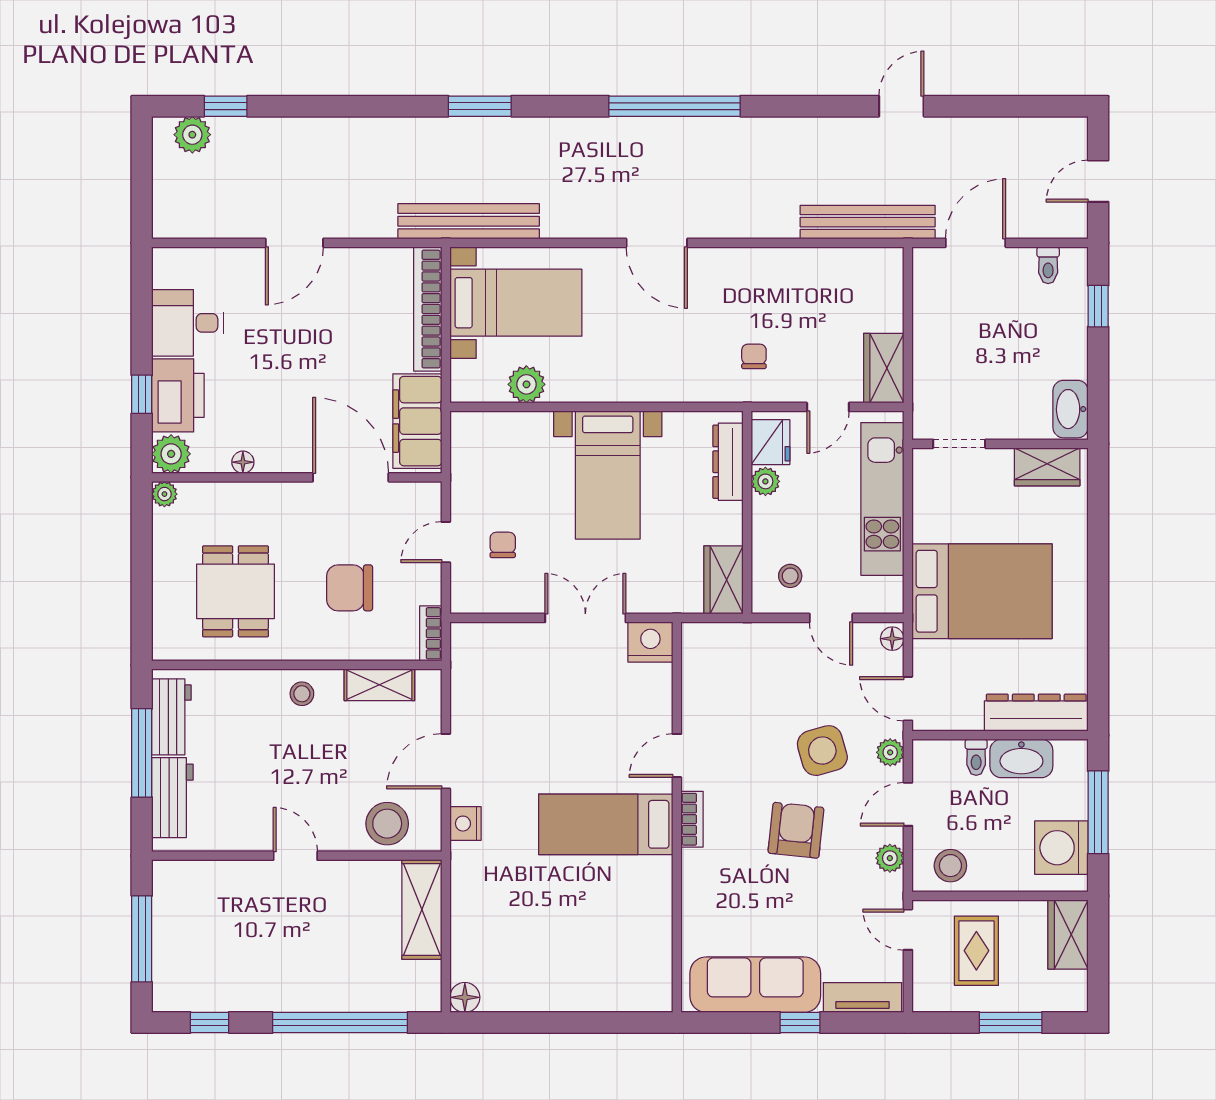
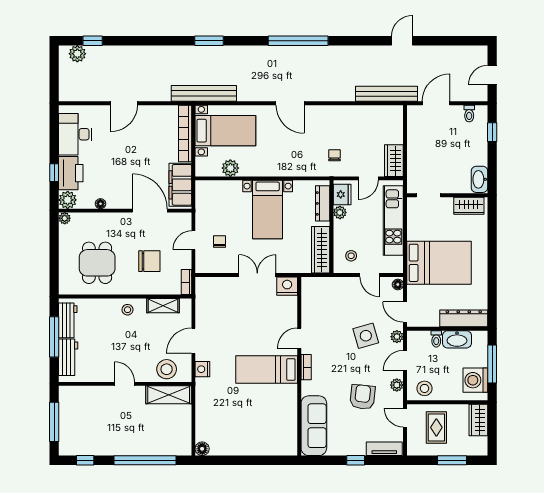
desk: (188, 323) -> (75, 134), width x1.37
wardrobe: (723, 580) -> (321, 250), width x1.50
chair: (350, 588) -> (149, 261), turned 180
armchair: (796, 830) -> (363, 397), moved
shelving: (422, 910) -> (169, 395), moved, turned 90
sofa: (755, 985) -> (314, 426), moved, turned 90

